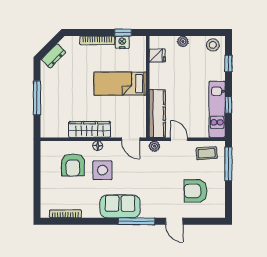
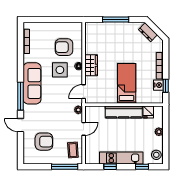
kitchen unit: (217, 109) -> (121, 158), moved
kitchen counter: (157, 114) -> (124, 112), moved
wardrobe: (90, 129) -> (91, 65), width x0.67
armchair: (196, 191) -> (44, 142), turned 90
sofa: (120, 206) -> (32, 83), width x1.36
door: (174, 221) -> (21, 125), hinge flipped

